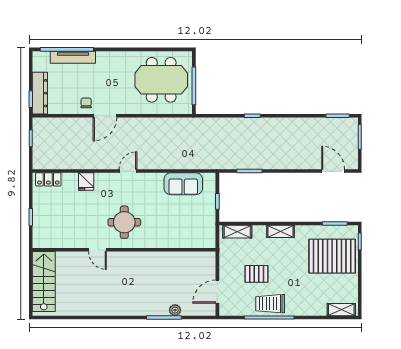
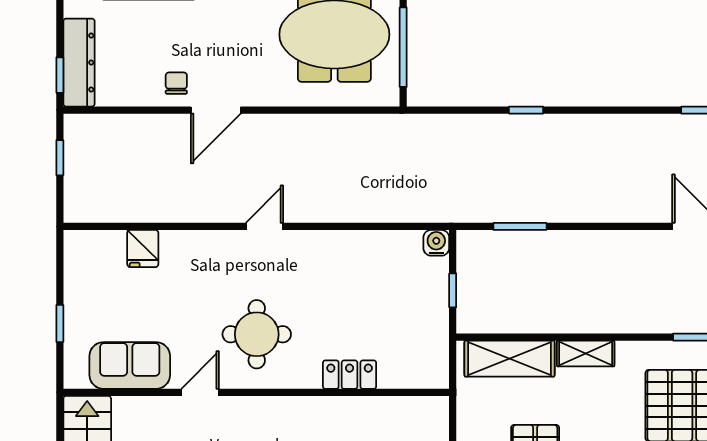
locker: (48, 179) -> (350, 375), moved, turned 180
water cooler: (210, 179) -> (436, 243), added
fridge: (86, 181) -> (143, 249), moved
sofa: (183, 184) -> (130, 366), moved, turned 180
shelving: (237, 232) -> (510, 359), width x1.50, depth x1.33
door: (97, 250) -> (200, 392), swing flipped

